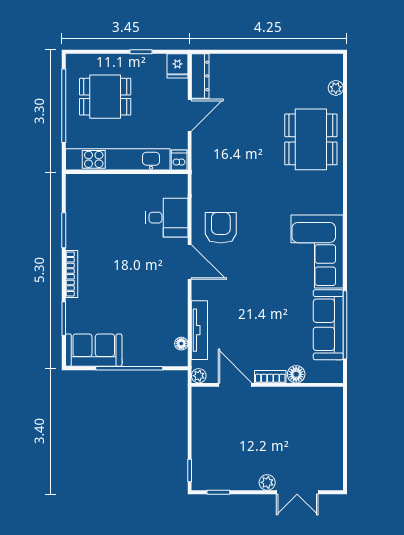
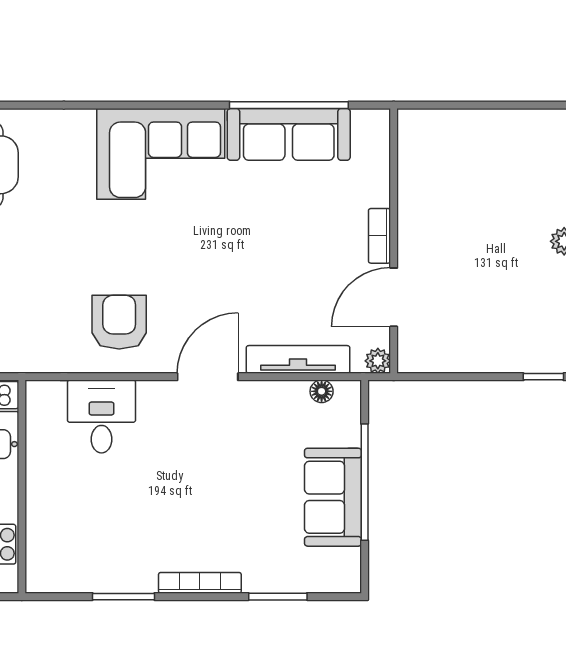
armchair: (221, 228) -> (119, 322), turned 90
door: (190, 262) -> (208, 377), moved
sofa: (94, 350) -> (333, 497), moved
floor lamp: (296, 374) -> (375, 191), removed

